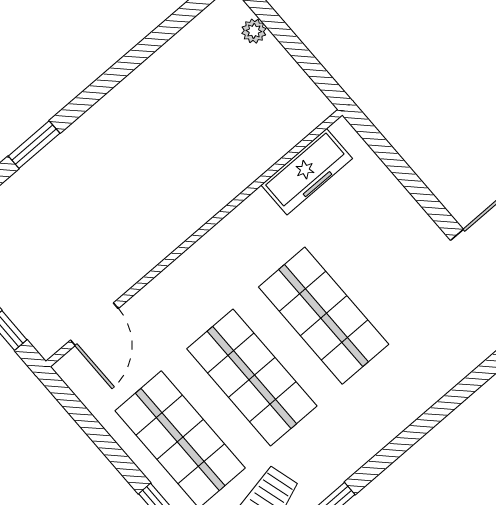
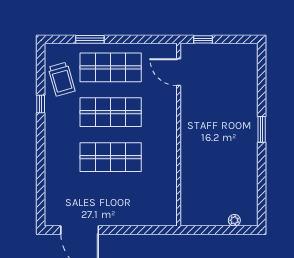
window: (34, 145) -> (262, 129), moved
freezer: (307, 172) -> (168, 196), removed

